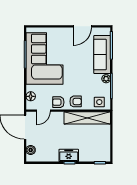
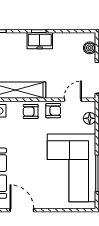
door: (82, 26) -> (22, 210), hinge flipped

